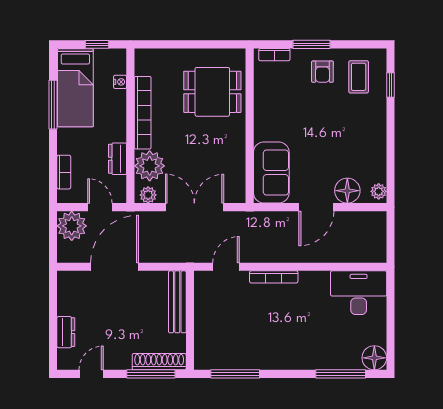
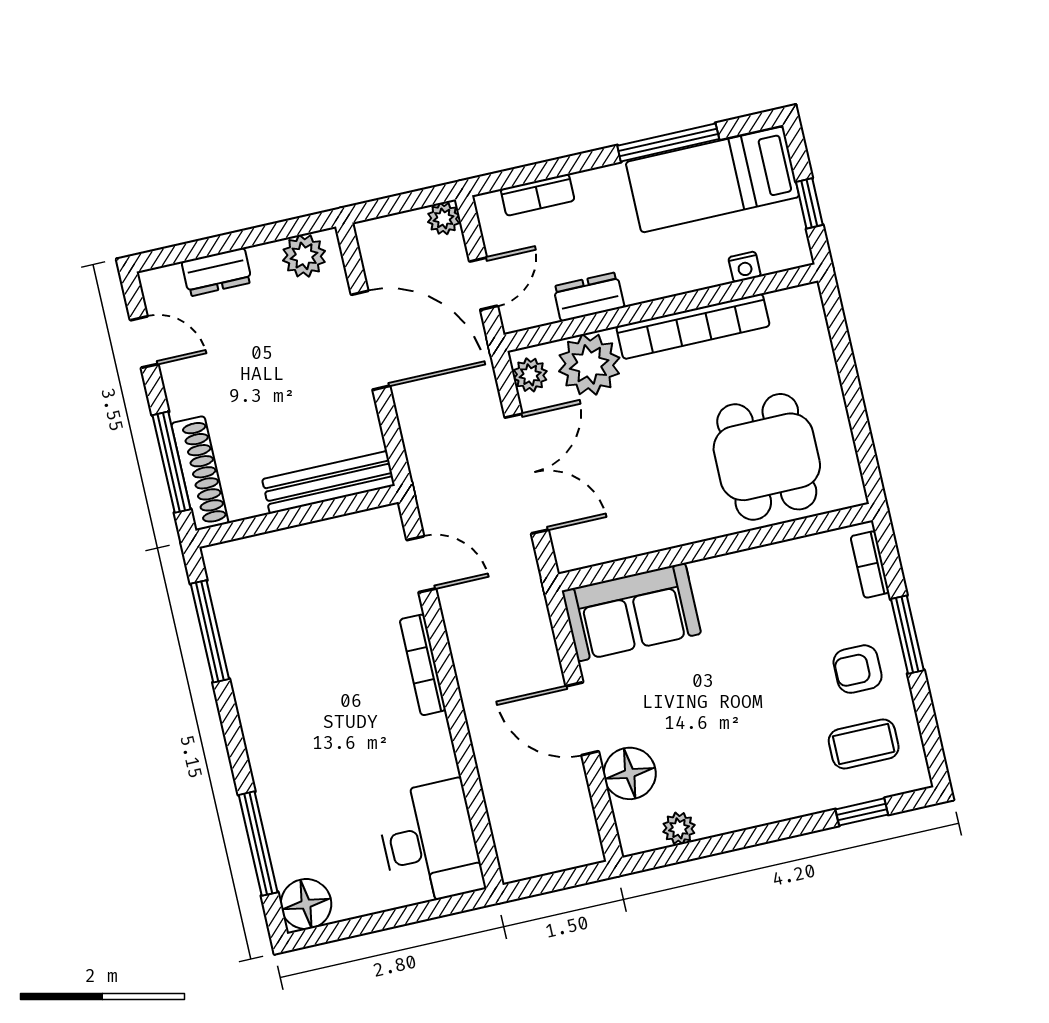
plant: (379, 191) -> (679, 828), moved
plant: (72, 226) -> (444, 218), width x0.53, depth x0.53
plant: (68, 289) -> (304, 256), added

